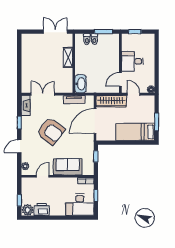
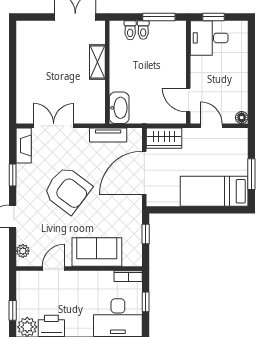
desk: (132, 61) -> (209, 38), moved
door: (120, 79) -> (188, 100), hinge flipped
wardrobe: (111, 101) -> (164, 138), width x0.67

